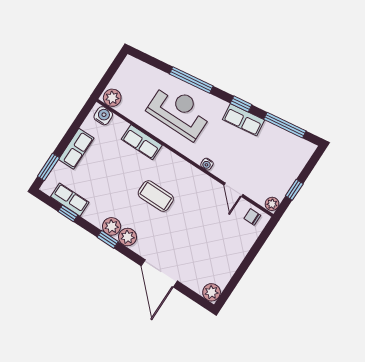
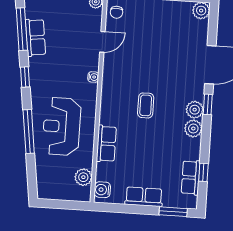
plant: (112, 98) -> (83, 177), moved
row of seats: (243, 120) -> (35, 38), moved
coffee table: (156, 196) -> (146, 105), width x0.73, depth x0.77
window: (108, 239) -> (208, 104), moved

